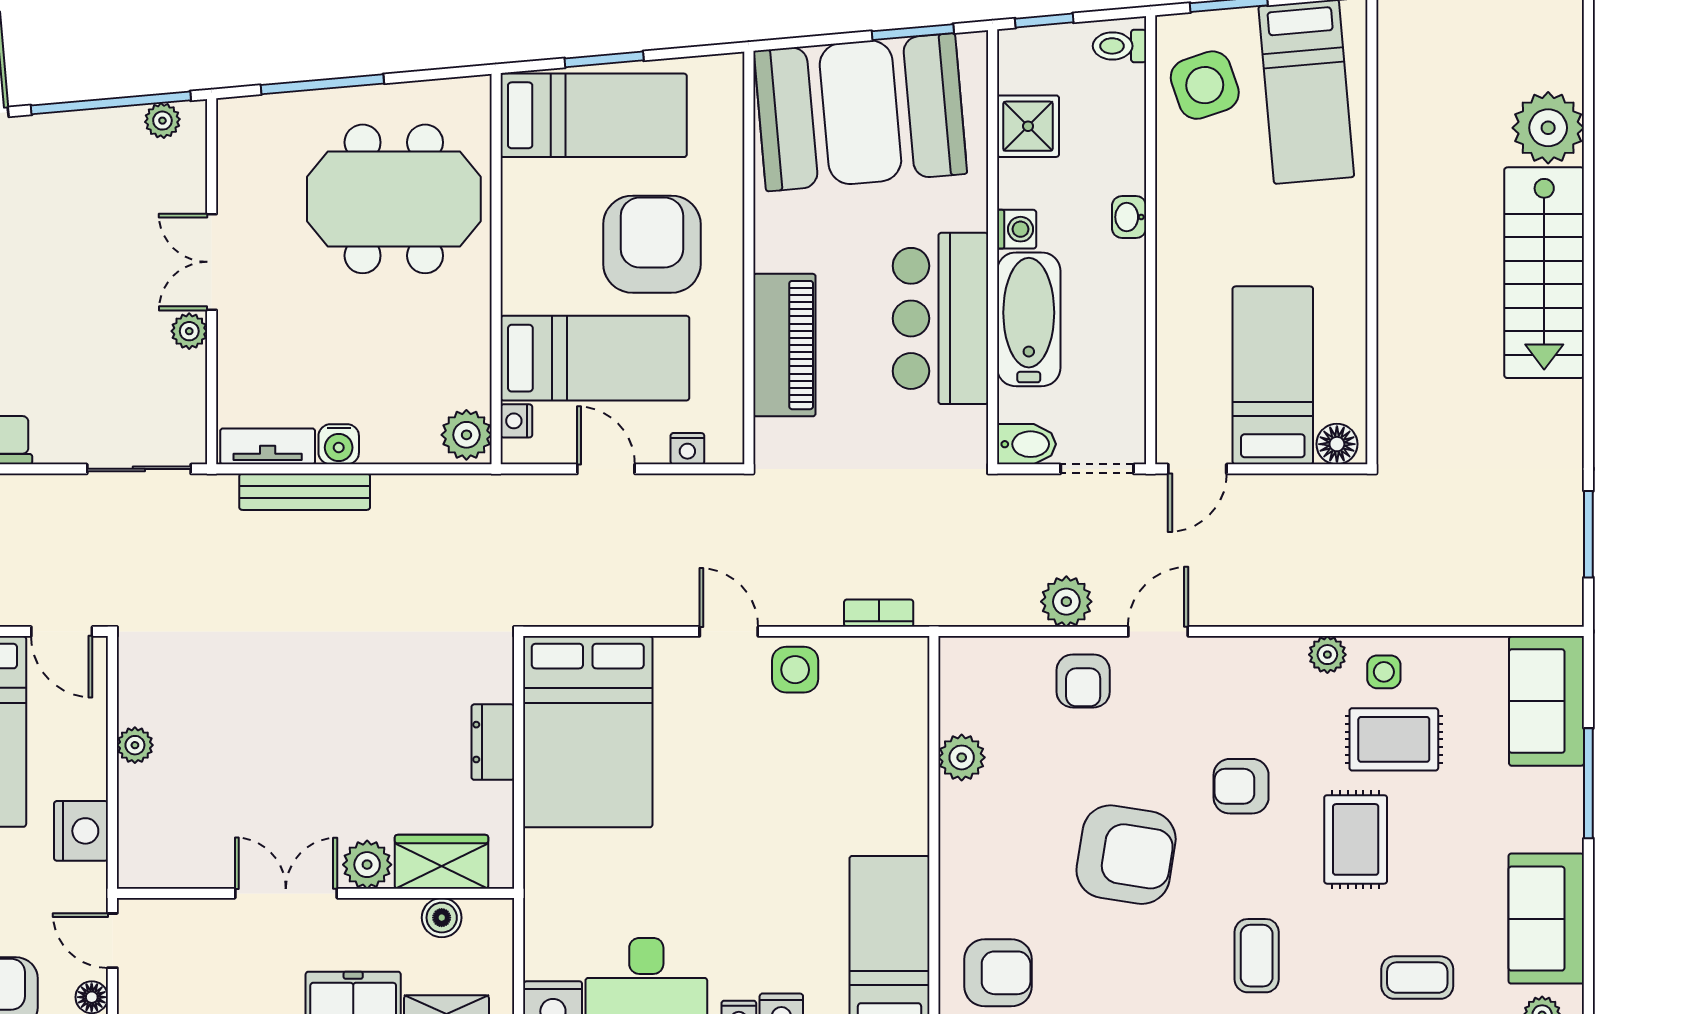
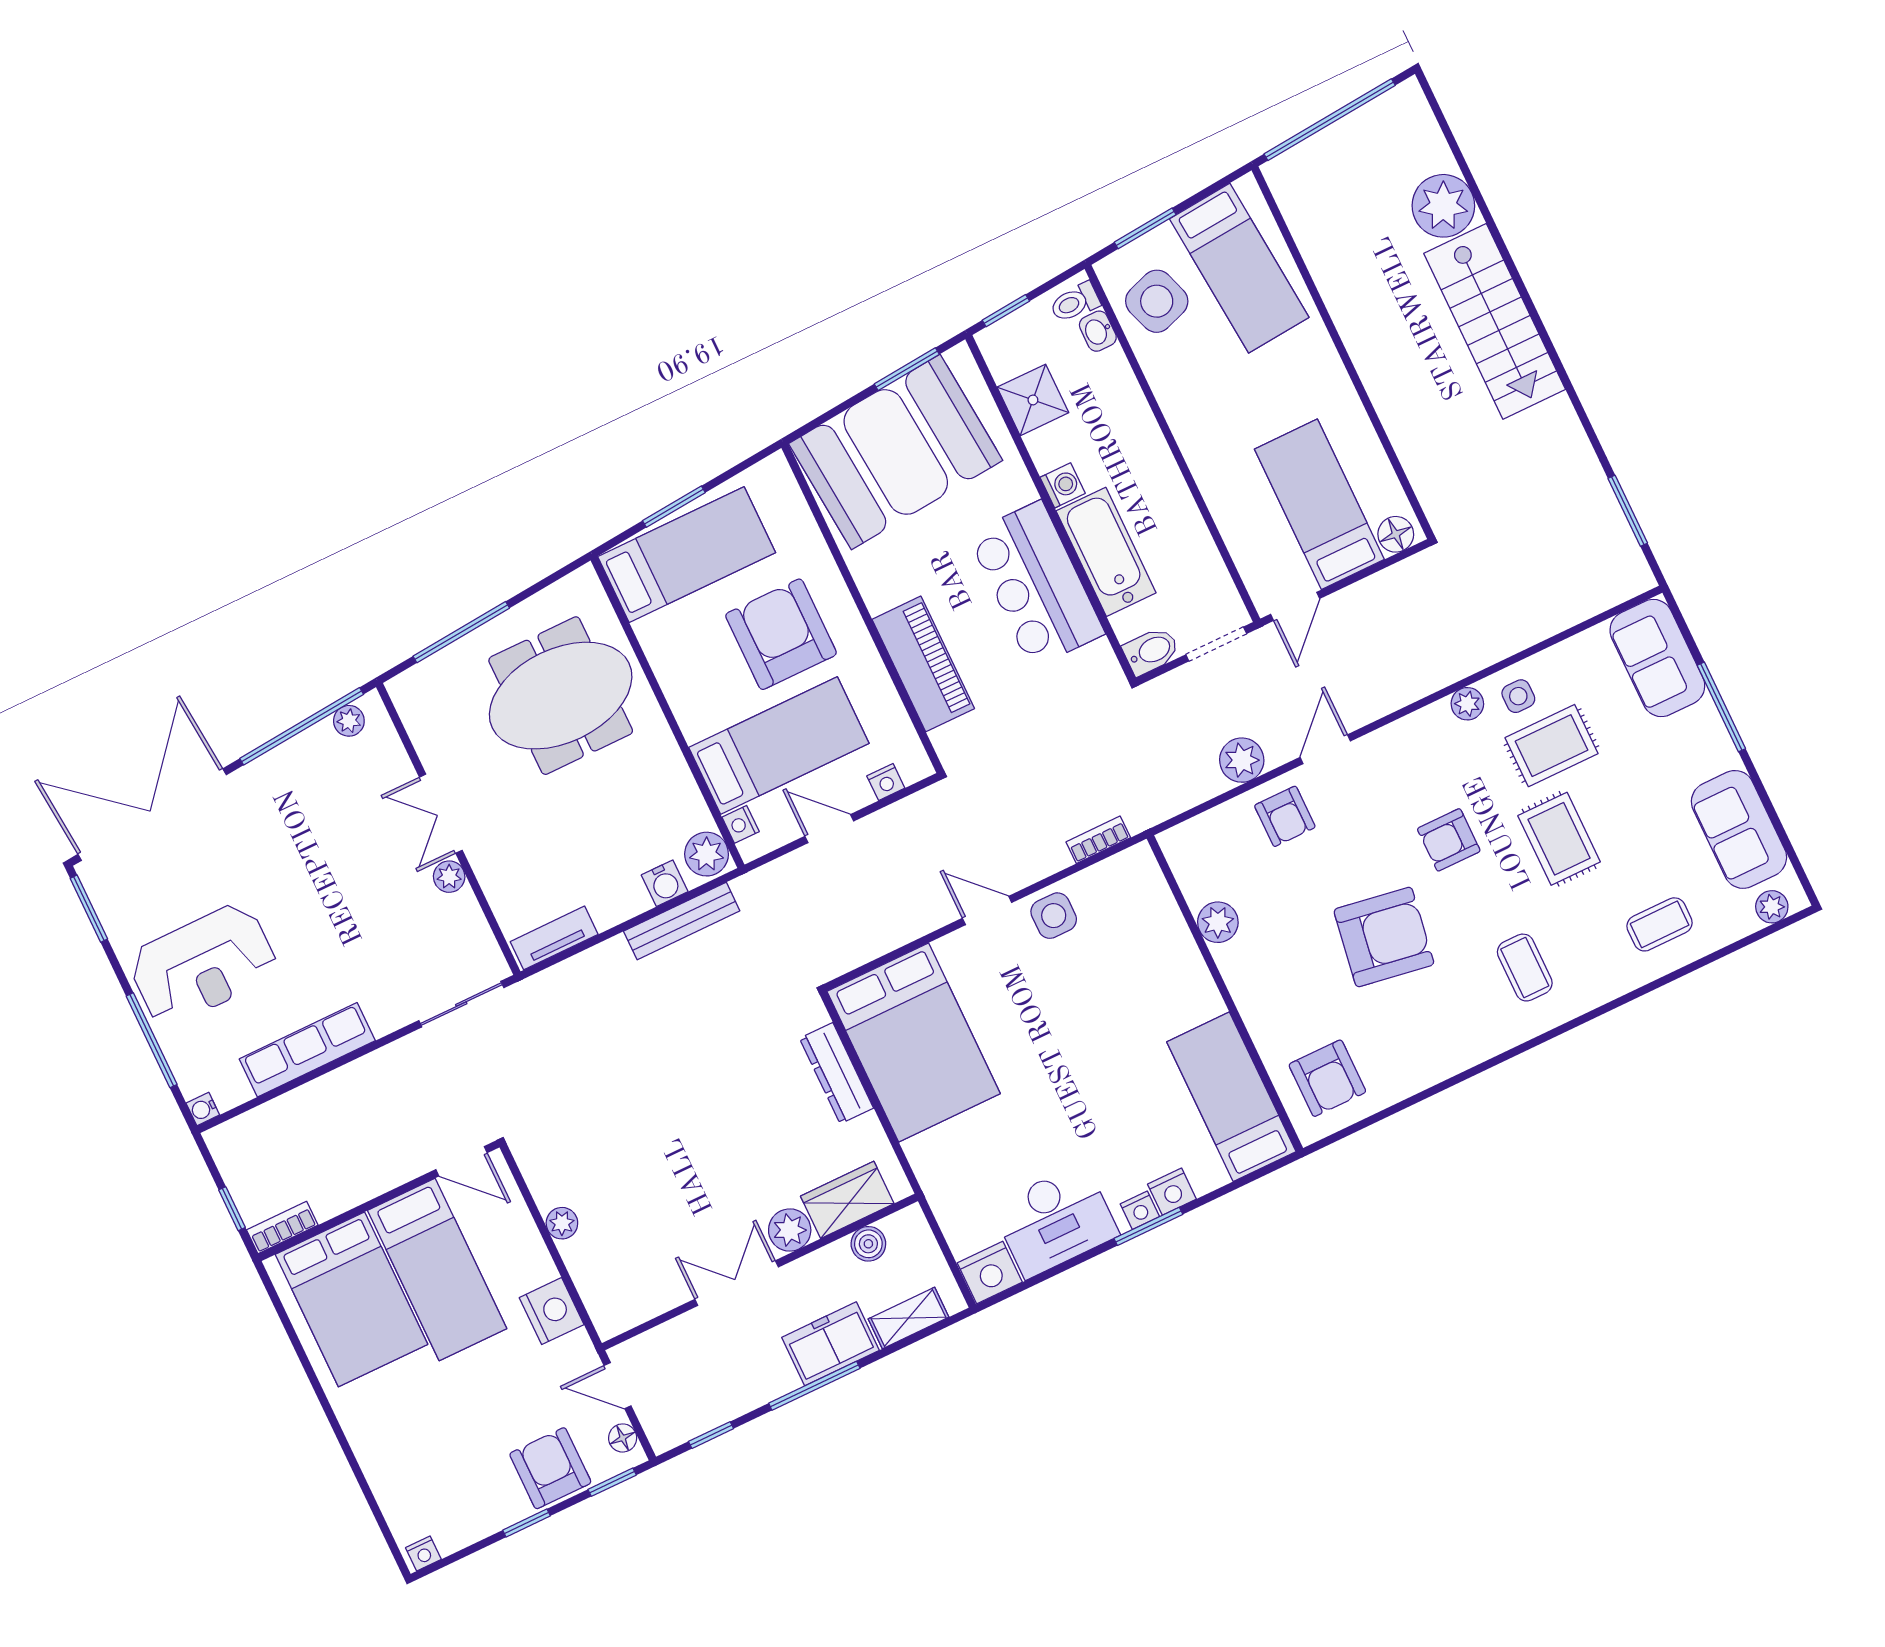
washbasin: (1129, 217) -> (1098, 331), moved
water cooler: (339, 444) -> (665, 883), moved
bench: (305, 492) -> (682, 921), moved
dresser: (493, 742) -> (837, 1073), width x1.44
armchair: (998, 973) -> (1327, 1078), turned 90

